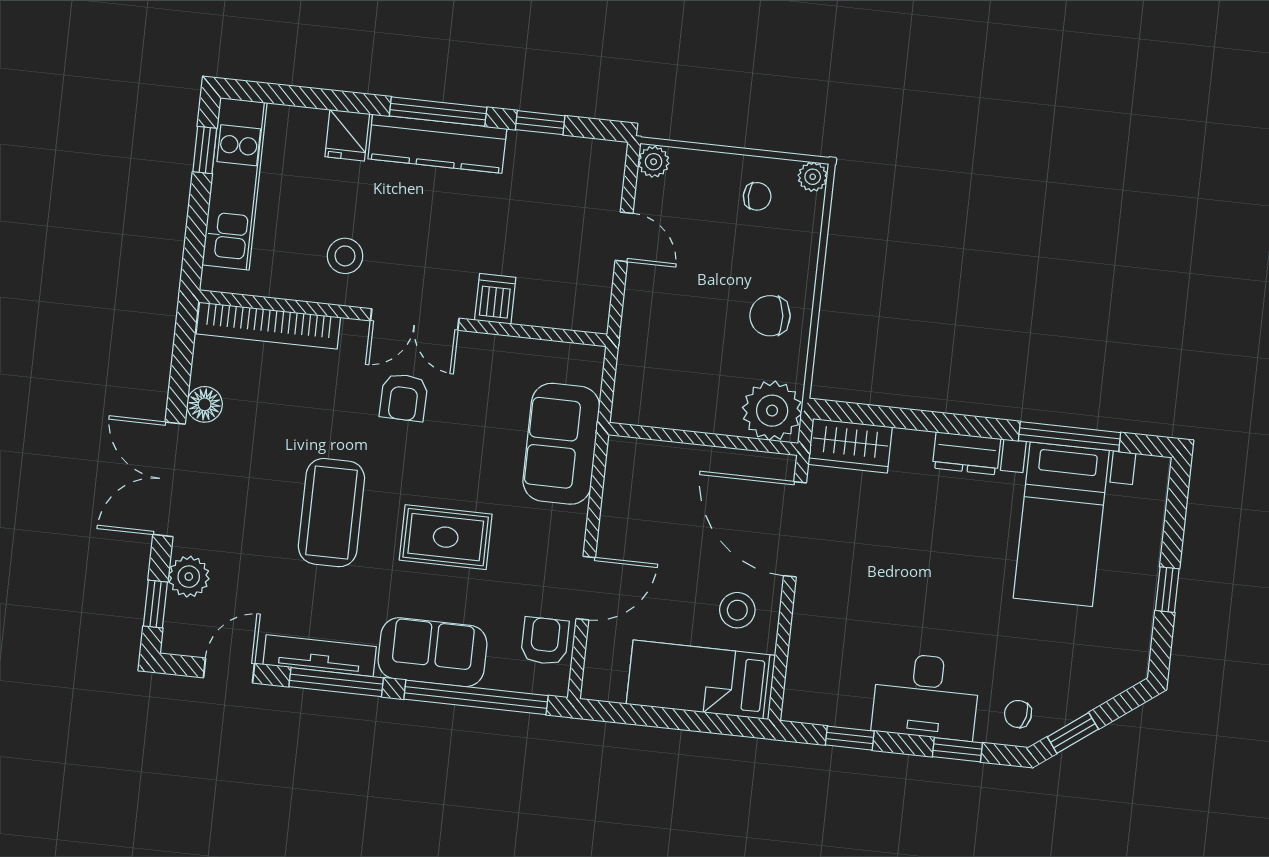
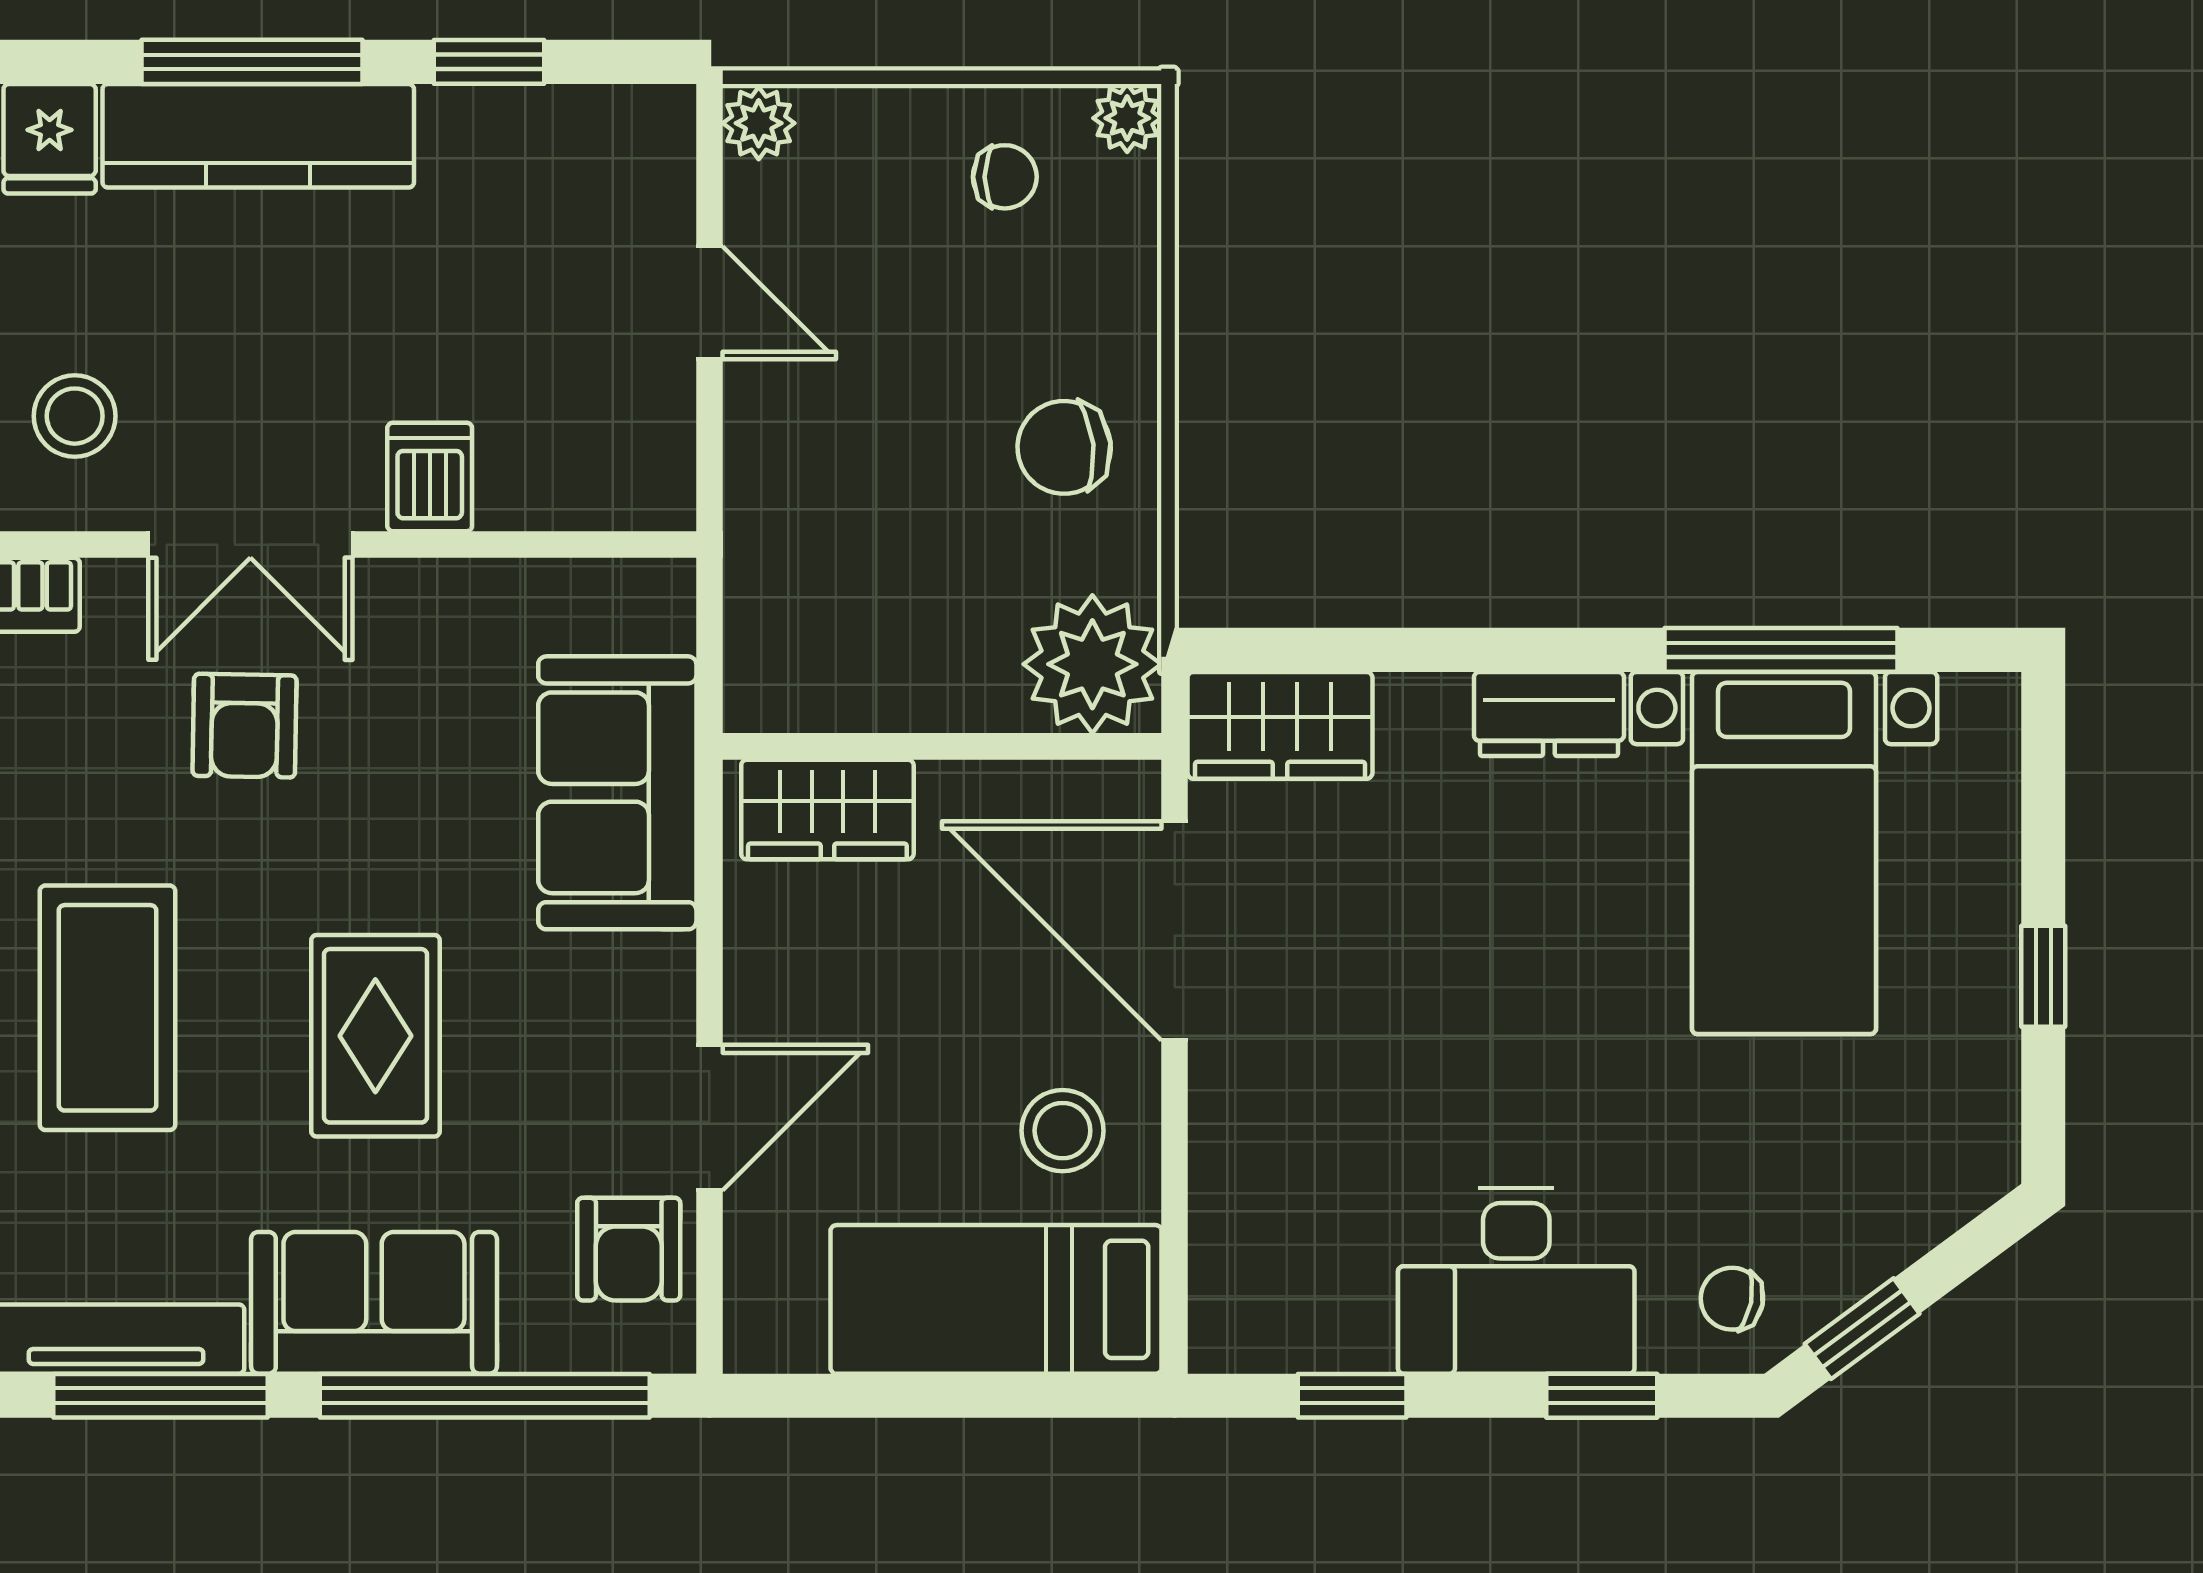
wardrobe: (651, 461) -> (827, 809), added
rug: (446, 537) -> (375, 1036), turned 90
armchair: (545, 641) -> (629, 1249), turned 180

